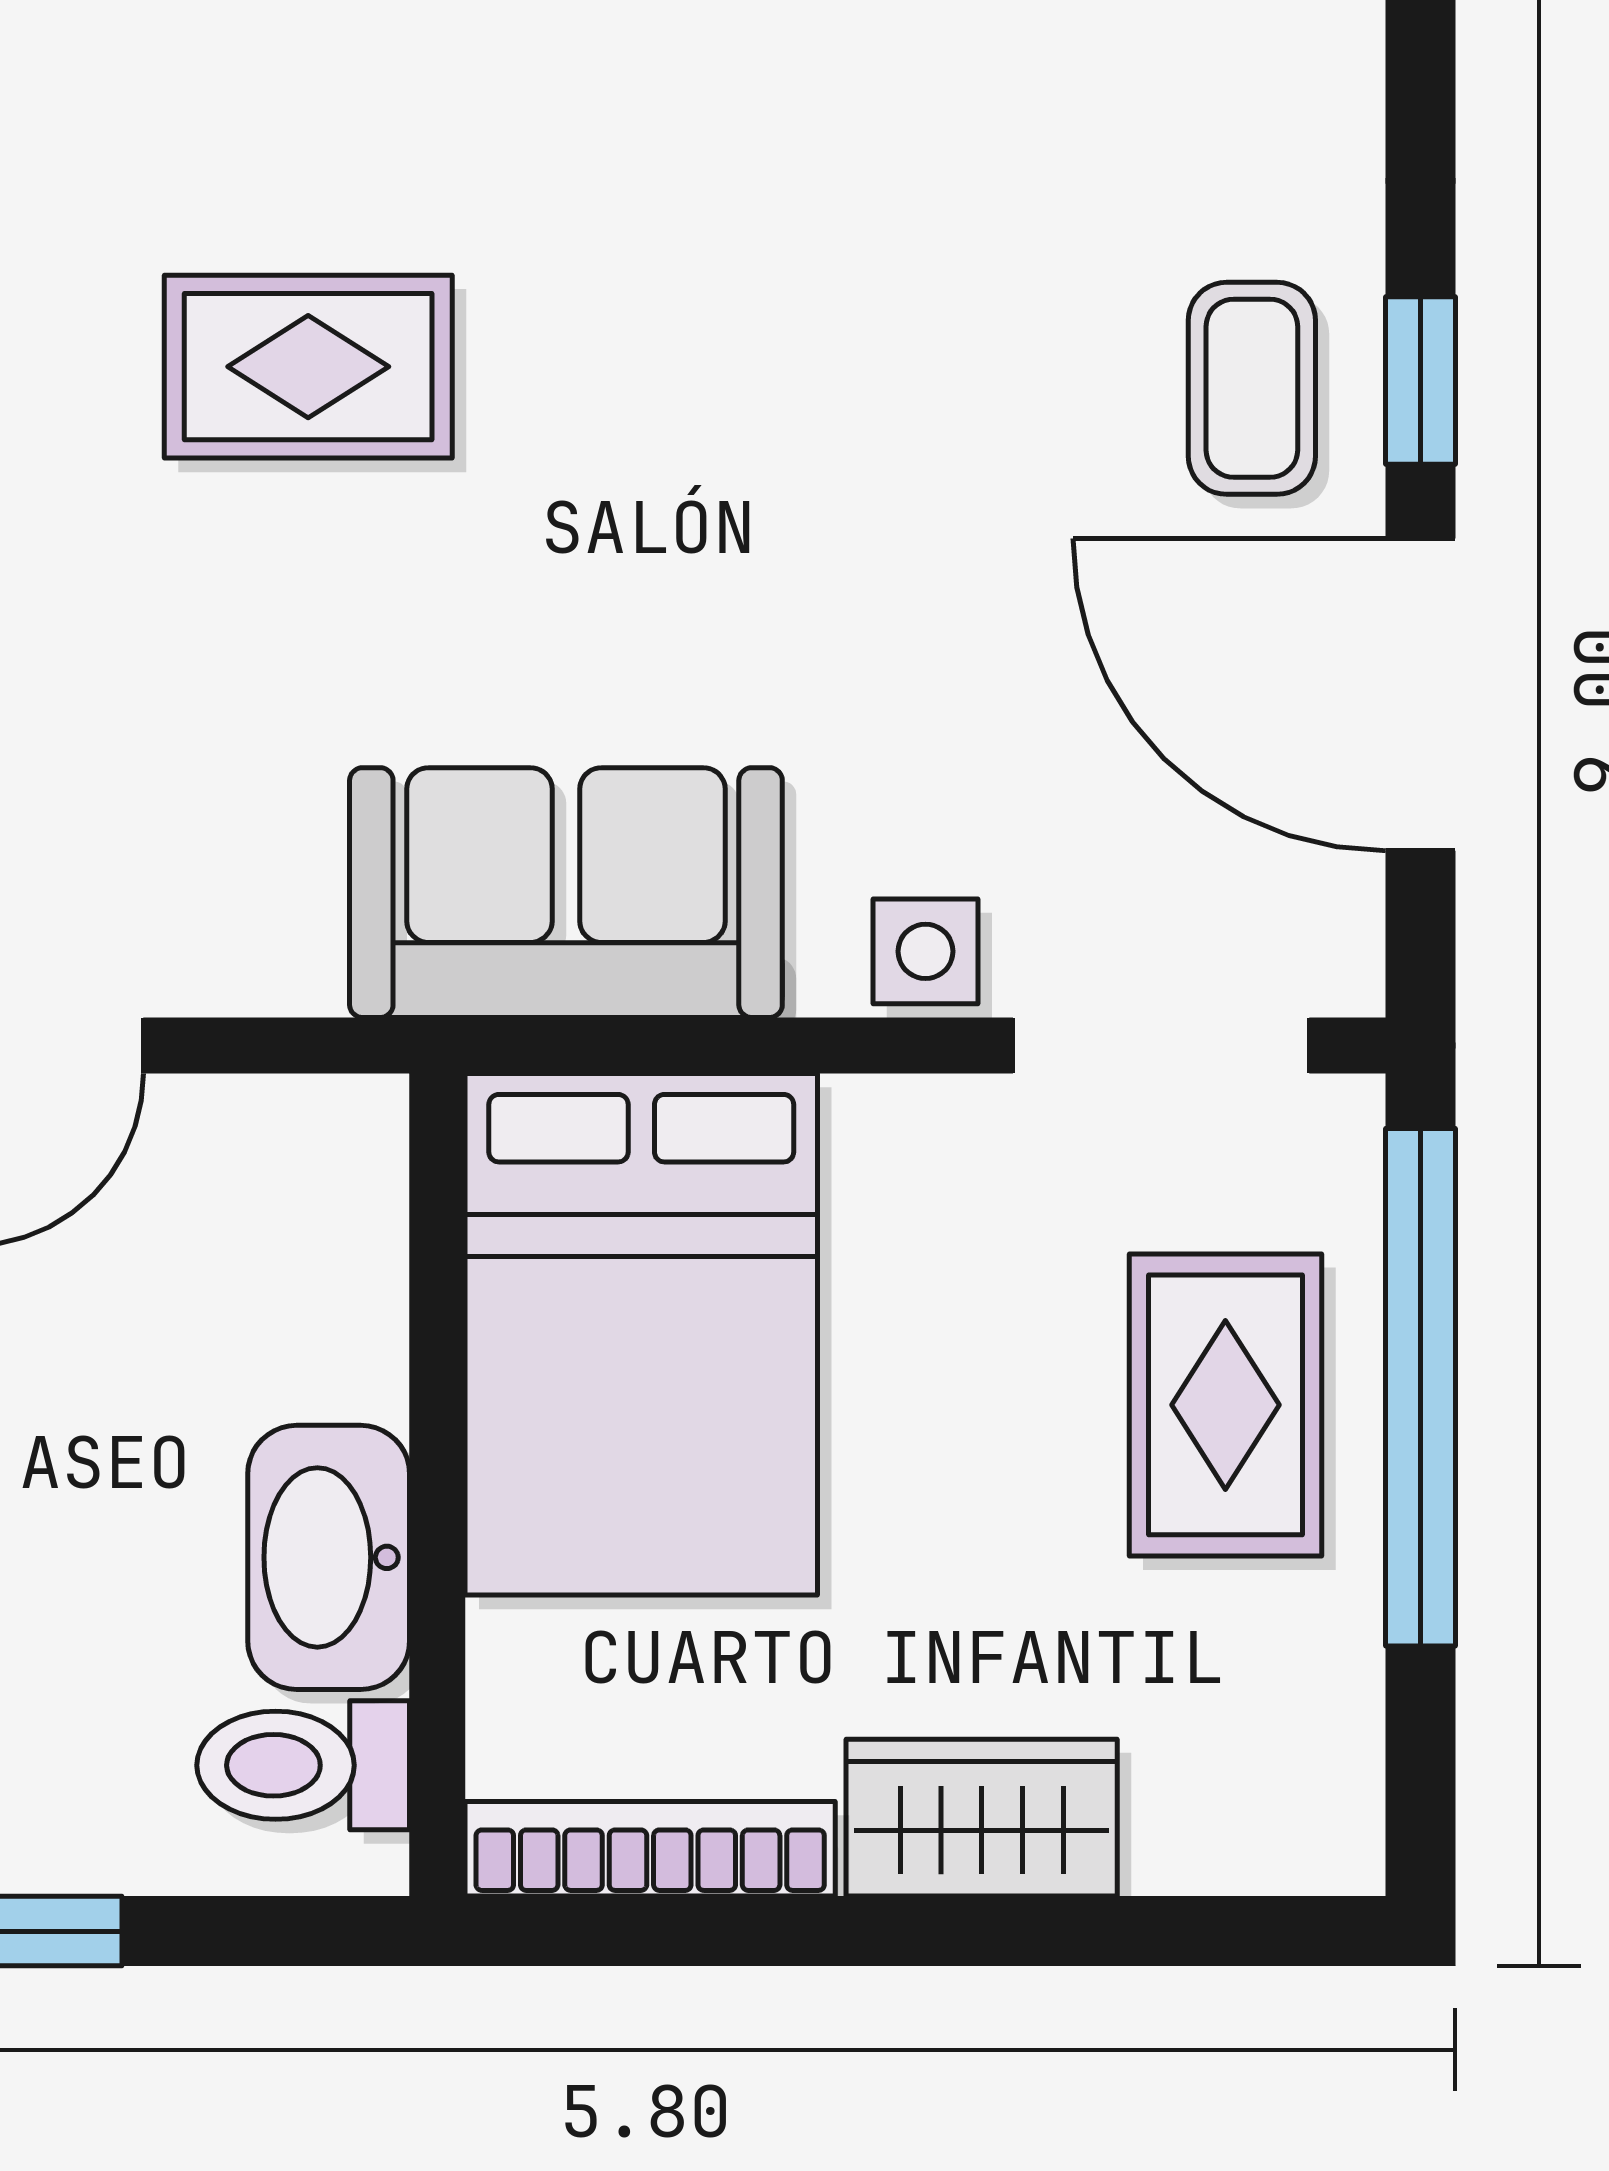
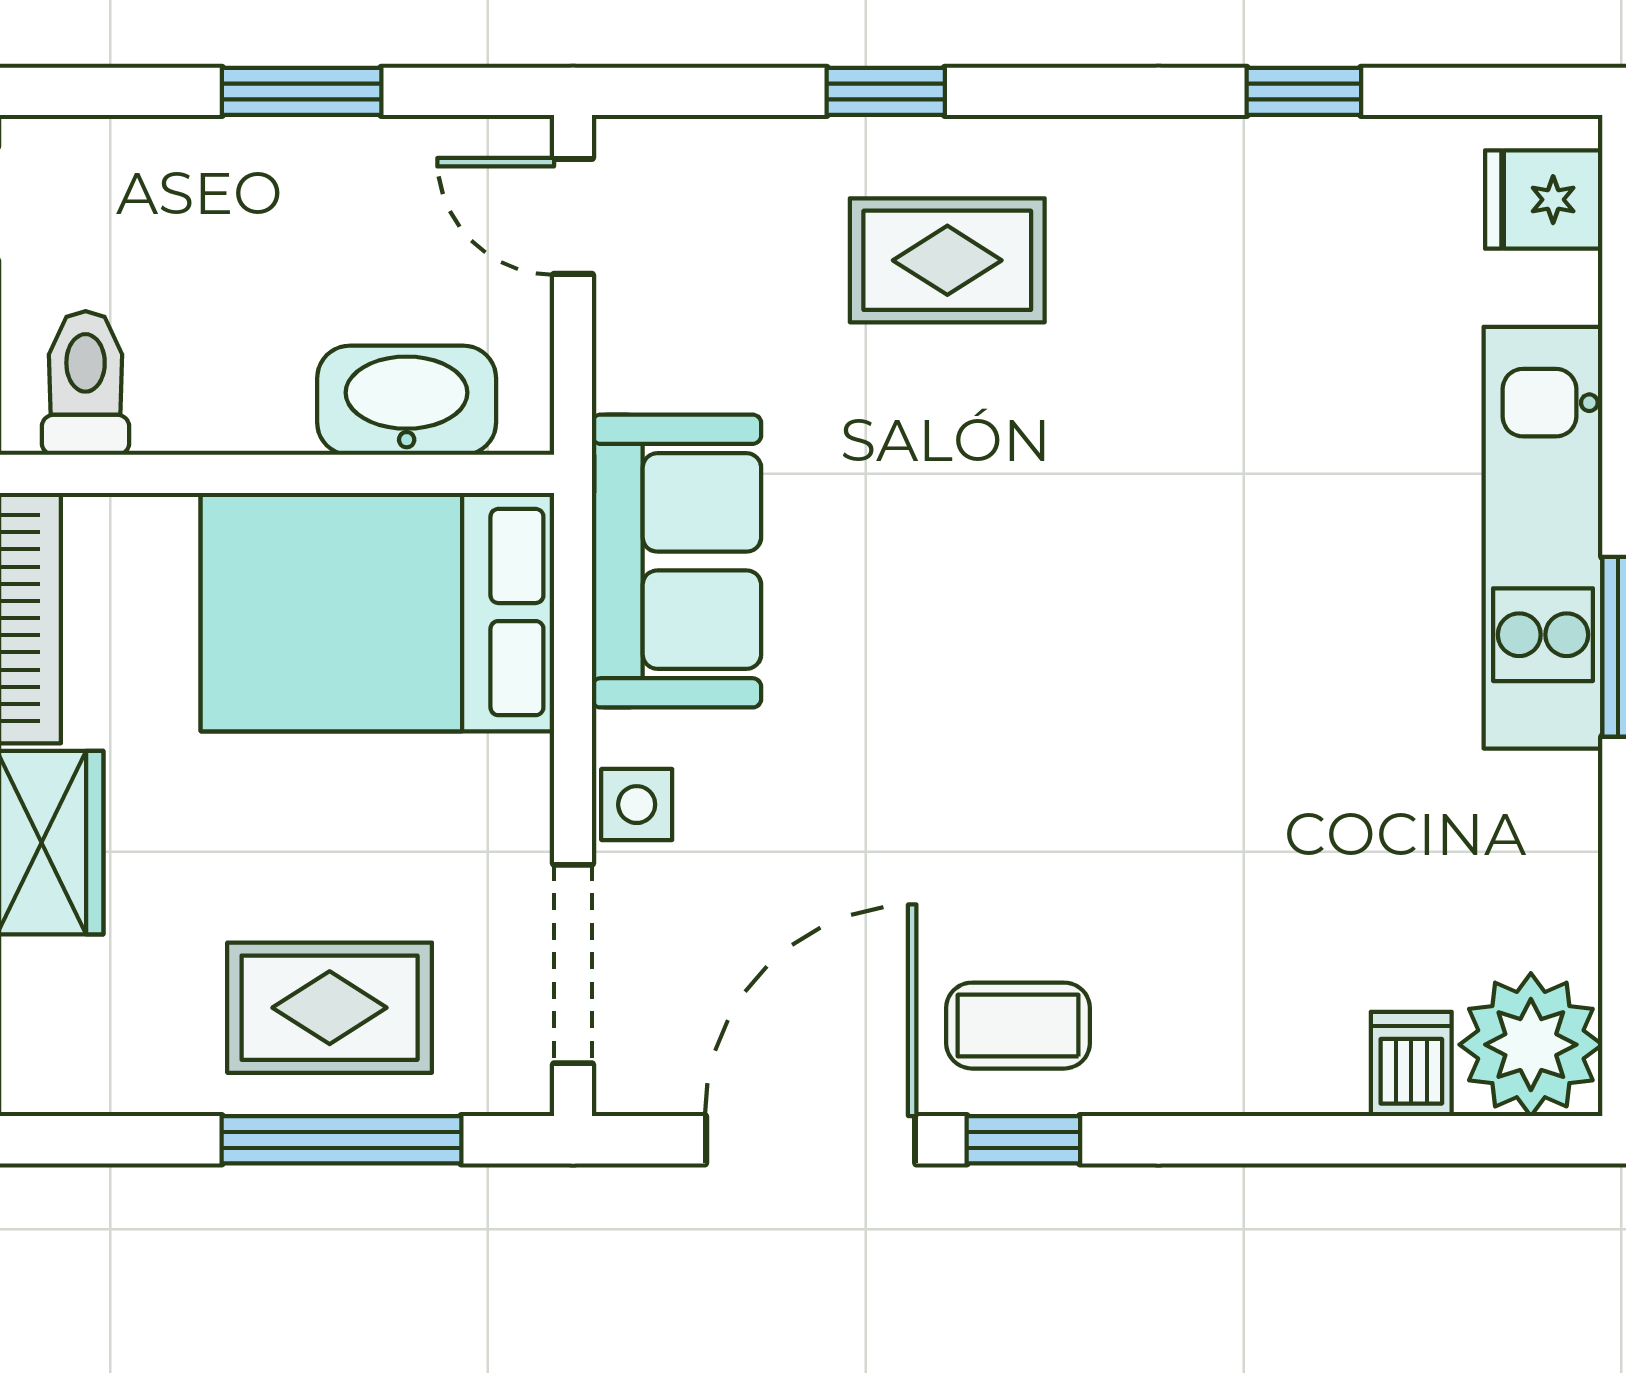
rug: (308, 367) -> (947, 260), moved, turned 90
window: (1420, 1387) -> (342, 1140), width x0.68
washbasin: (329, 1557) -> (407, 400), moved

